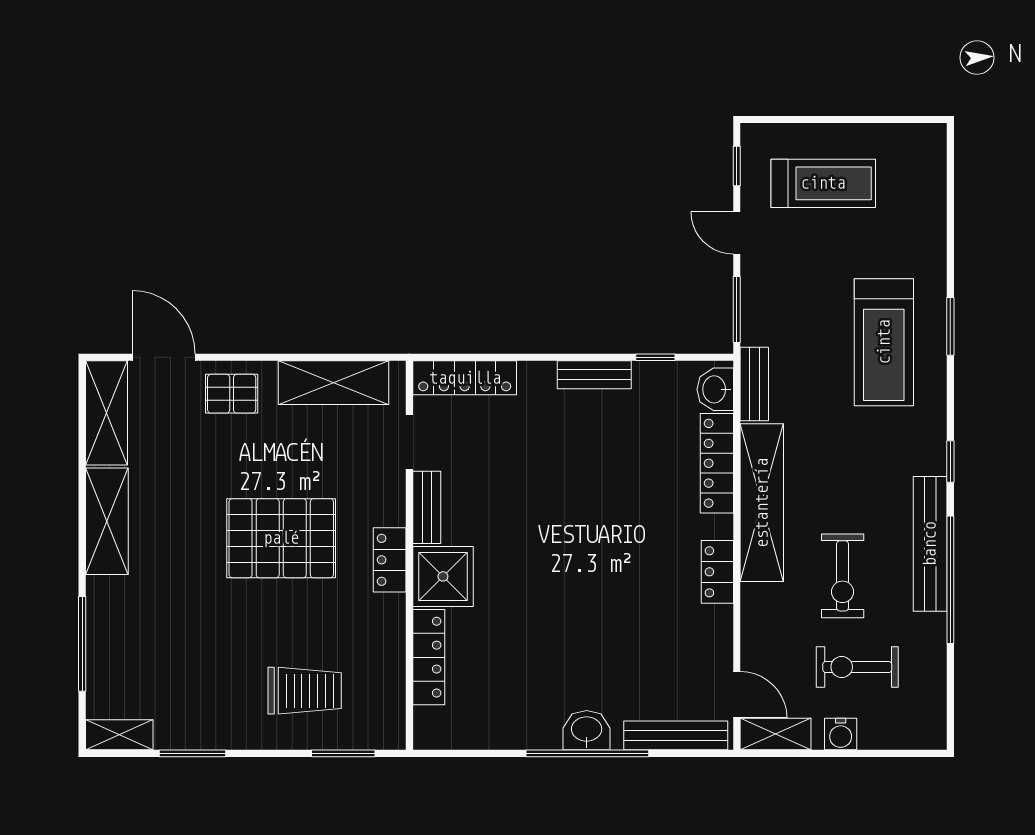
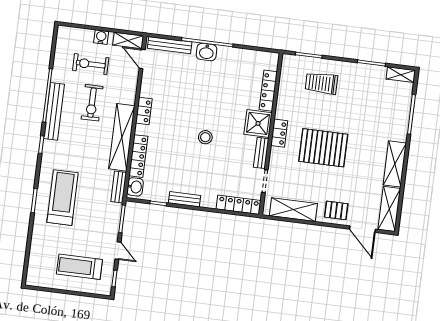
stool: (564, 528) -> (205, 137), added
exercise bike: (843, 576) -> (92, 103), turned 180
exercise bike: (857, 667) -> (91, 64), turned 180

